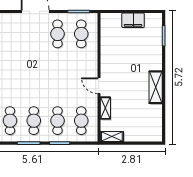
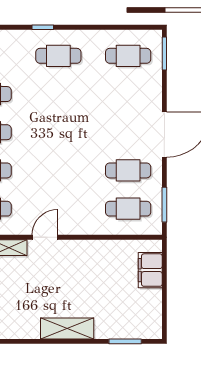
filing cabinet: (133, 20) -> (150, 270), moved
shelving: (156, 87) -> (67, 328), moved

